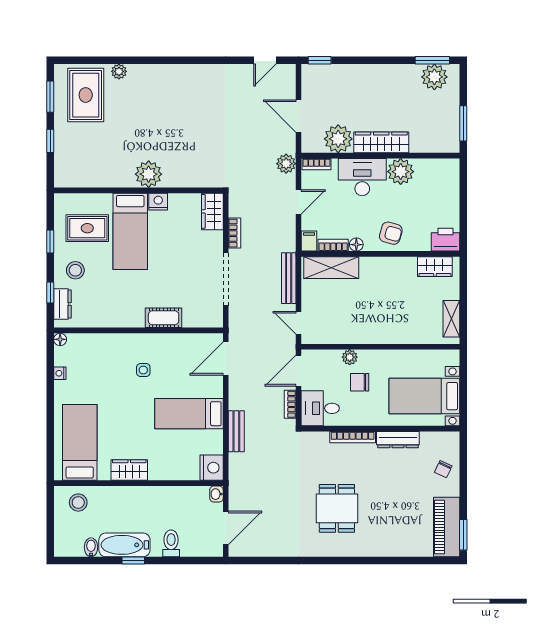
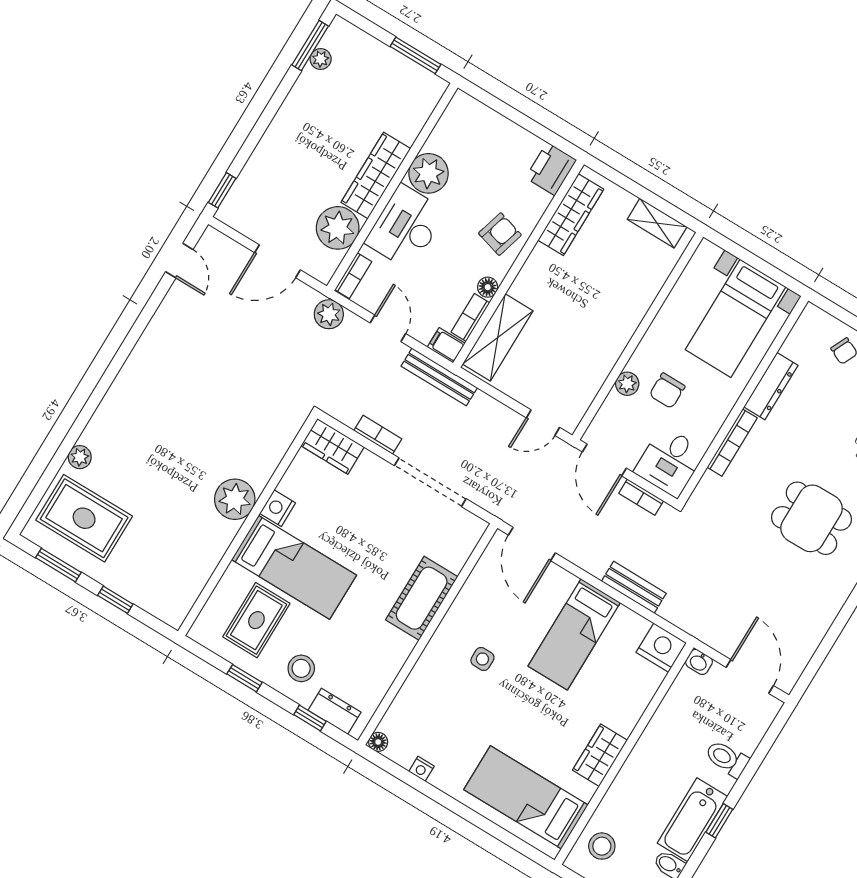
plant: (434, 77) -> (321, 59), width x0.53, depth x0.53
wardrobe: (435, 267) -> (571, 215), width x1.50
bench: (289, 278) -> (439, 377), moved
cot: (164, 318) -> (422, 598), width x1.37, depth x1.34

